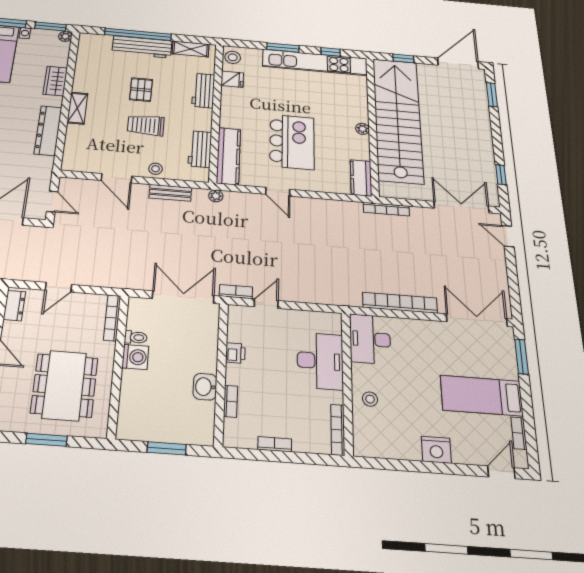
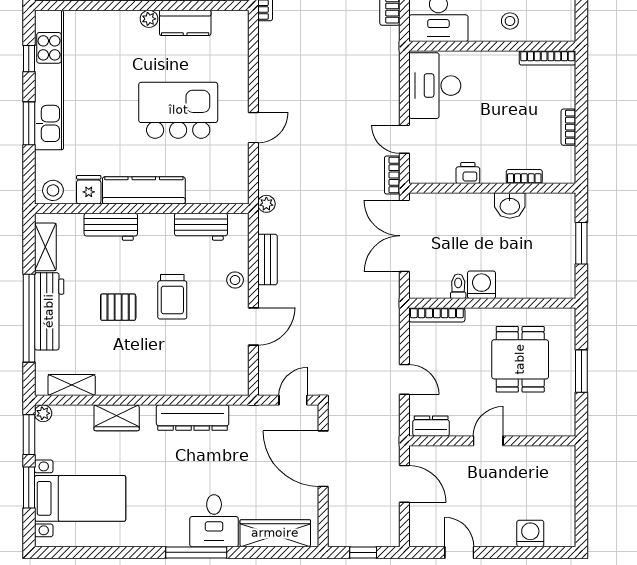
shelving: (77, 108) -> (72, 385), moved
kitchen counter: (229, 156) -> (144, 190), moved
kitchen counter: (361, 178) -> (185, 23), moved
desk: (320, 361) -> (435, 86), moved, turned -90
dining table: (64, 385) -> (520, 359), width x0.73

